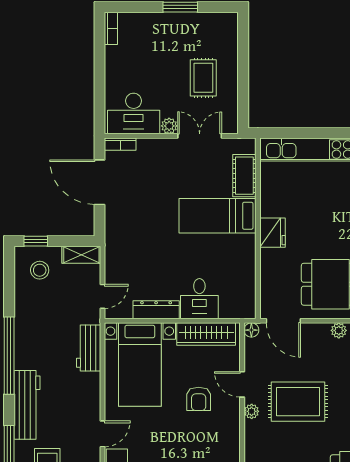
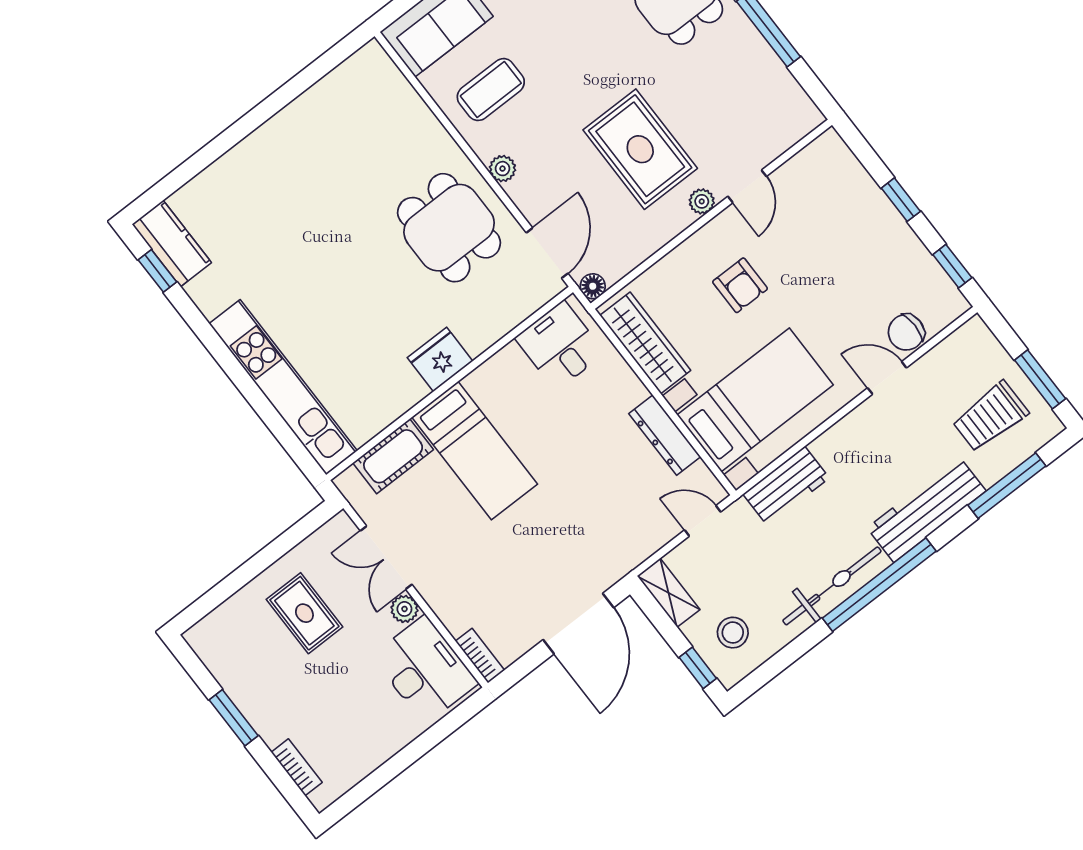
bookcase: (111, 28) -> (297, 767), moved, turned 90
rug: (203, 78) -> (304, 613), turned 90
door: (100, 182) -> (578, 624), moved
desk: (199, 299) -> (560, 345), moved, turned -90
bicycle: (26, 333) -> (832, 586), added
door: (242, 384) -> (747, 186), moved
armchair: (199, 399) -> (740, 285), turned 90

